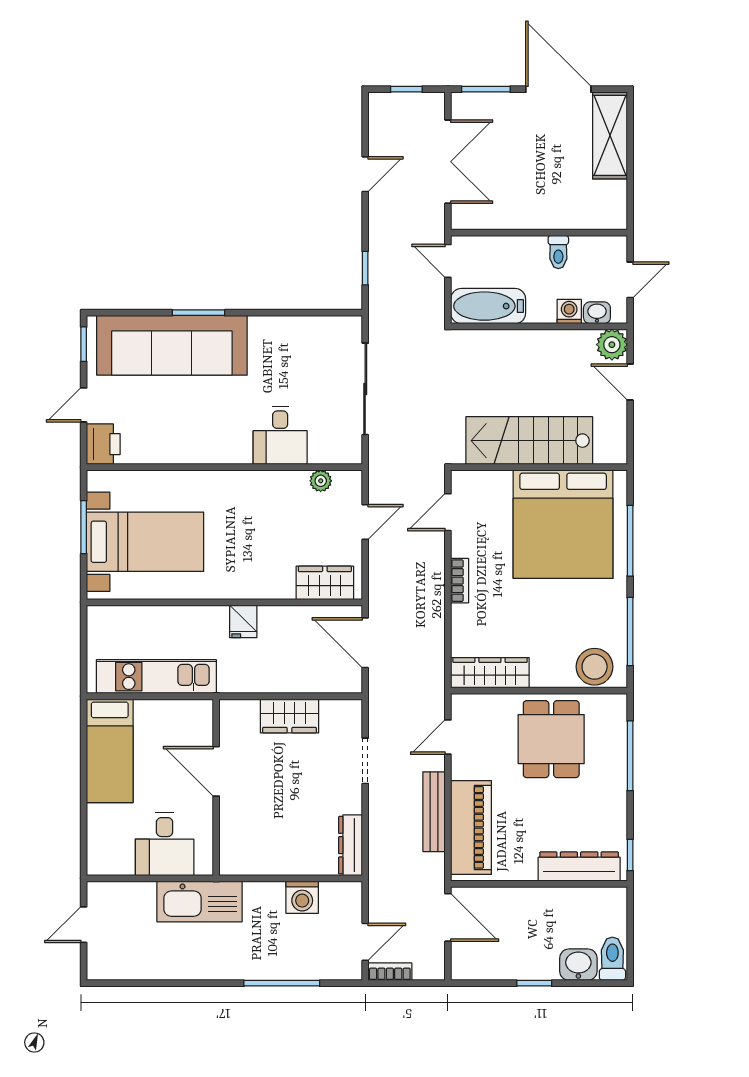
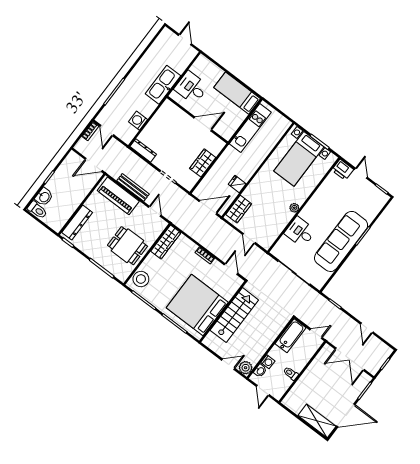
sofa: (172, 345) -> (341, 241), moved
plant: (321, 481) -> (294, 208), moved
fridge: (243, 621) -> (237, 184), moved

